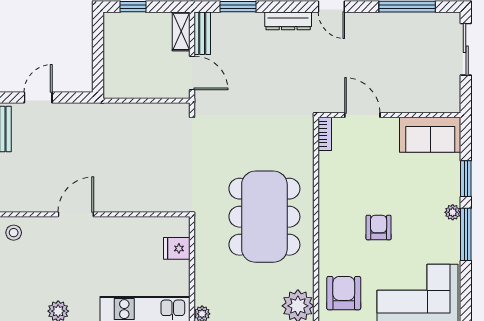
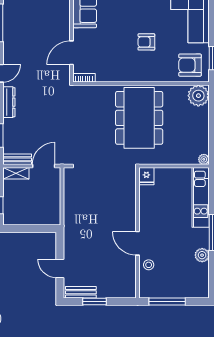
dining table: (264, 217) -> (139, 118), turned 90
stool: (14, 233) -> (149, 265), moved
fridge: (177, 248) -> (146, 176), moved

